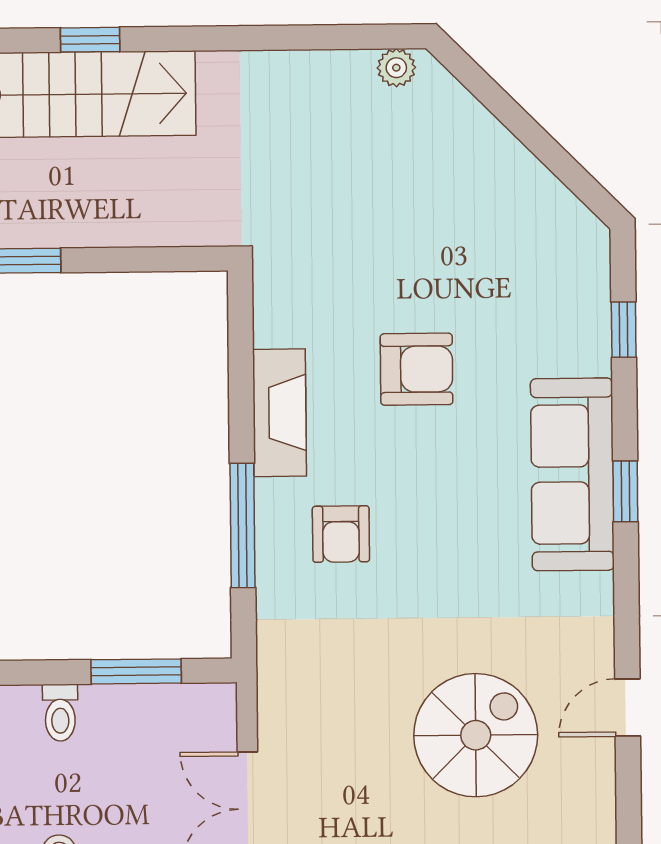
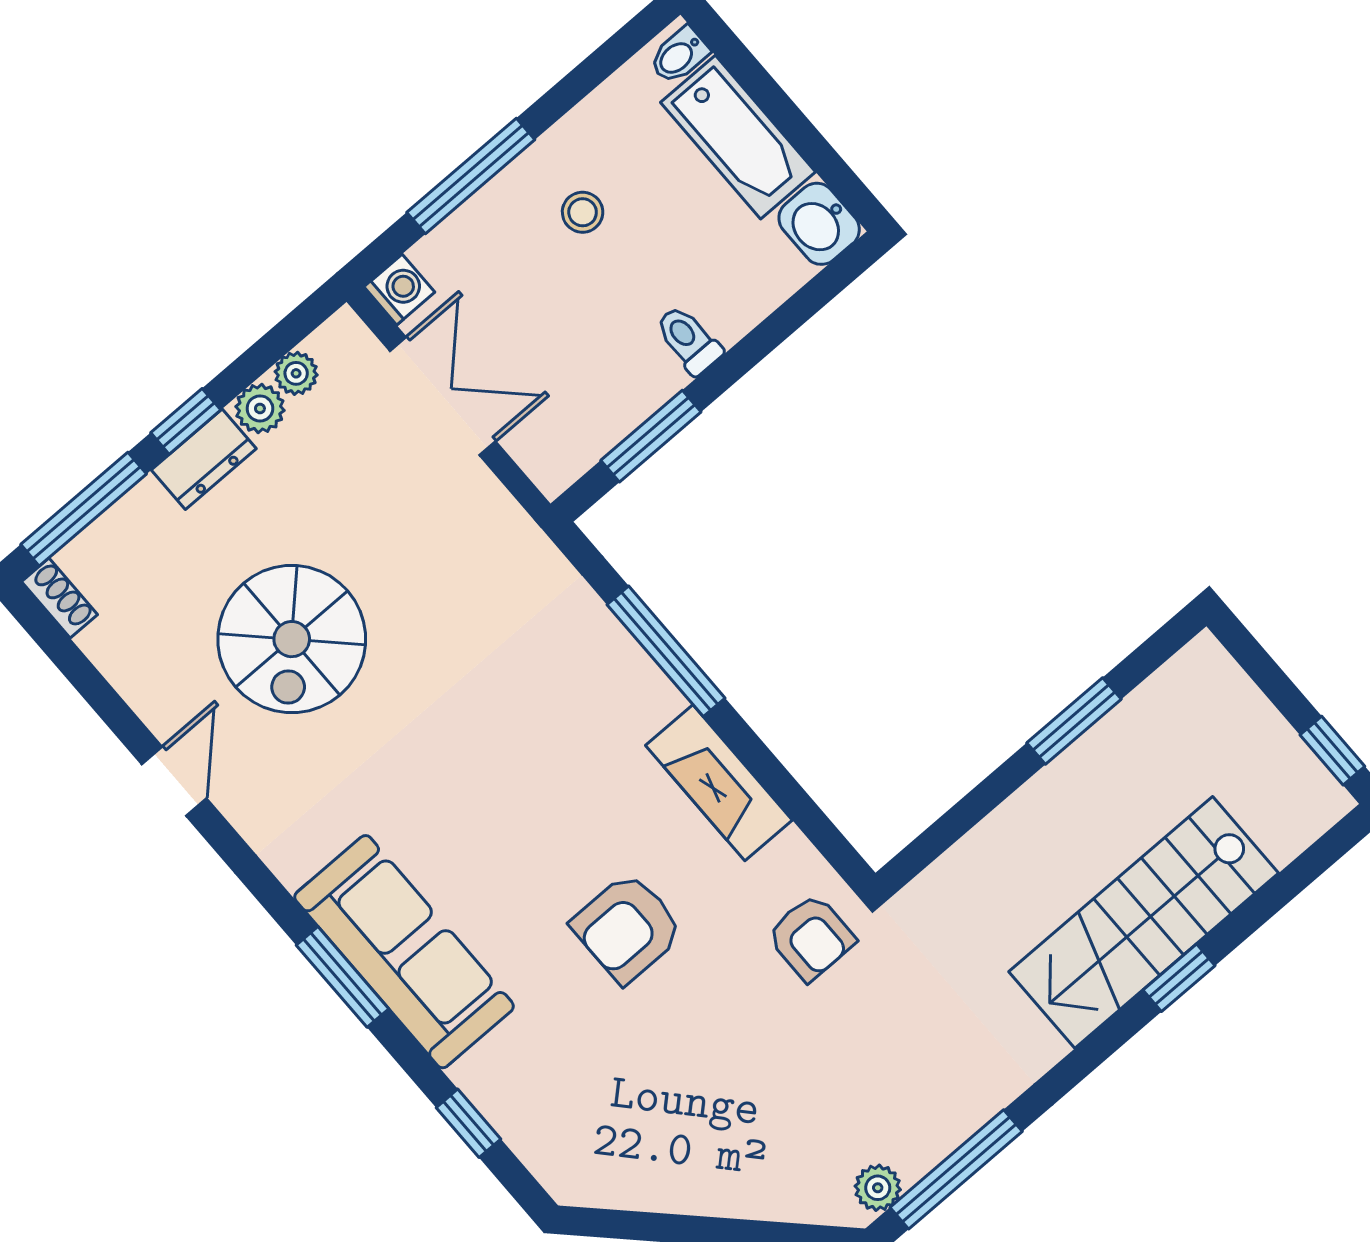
window: (336, 37) -> (956, 1169), added
window: (625, 491) -> (343, 977), width x1.50
armchair: (341, 534) -> (811, 937), moved, turned 180

